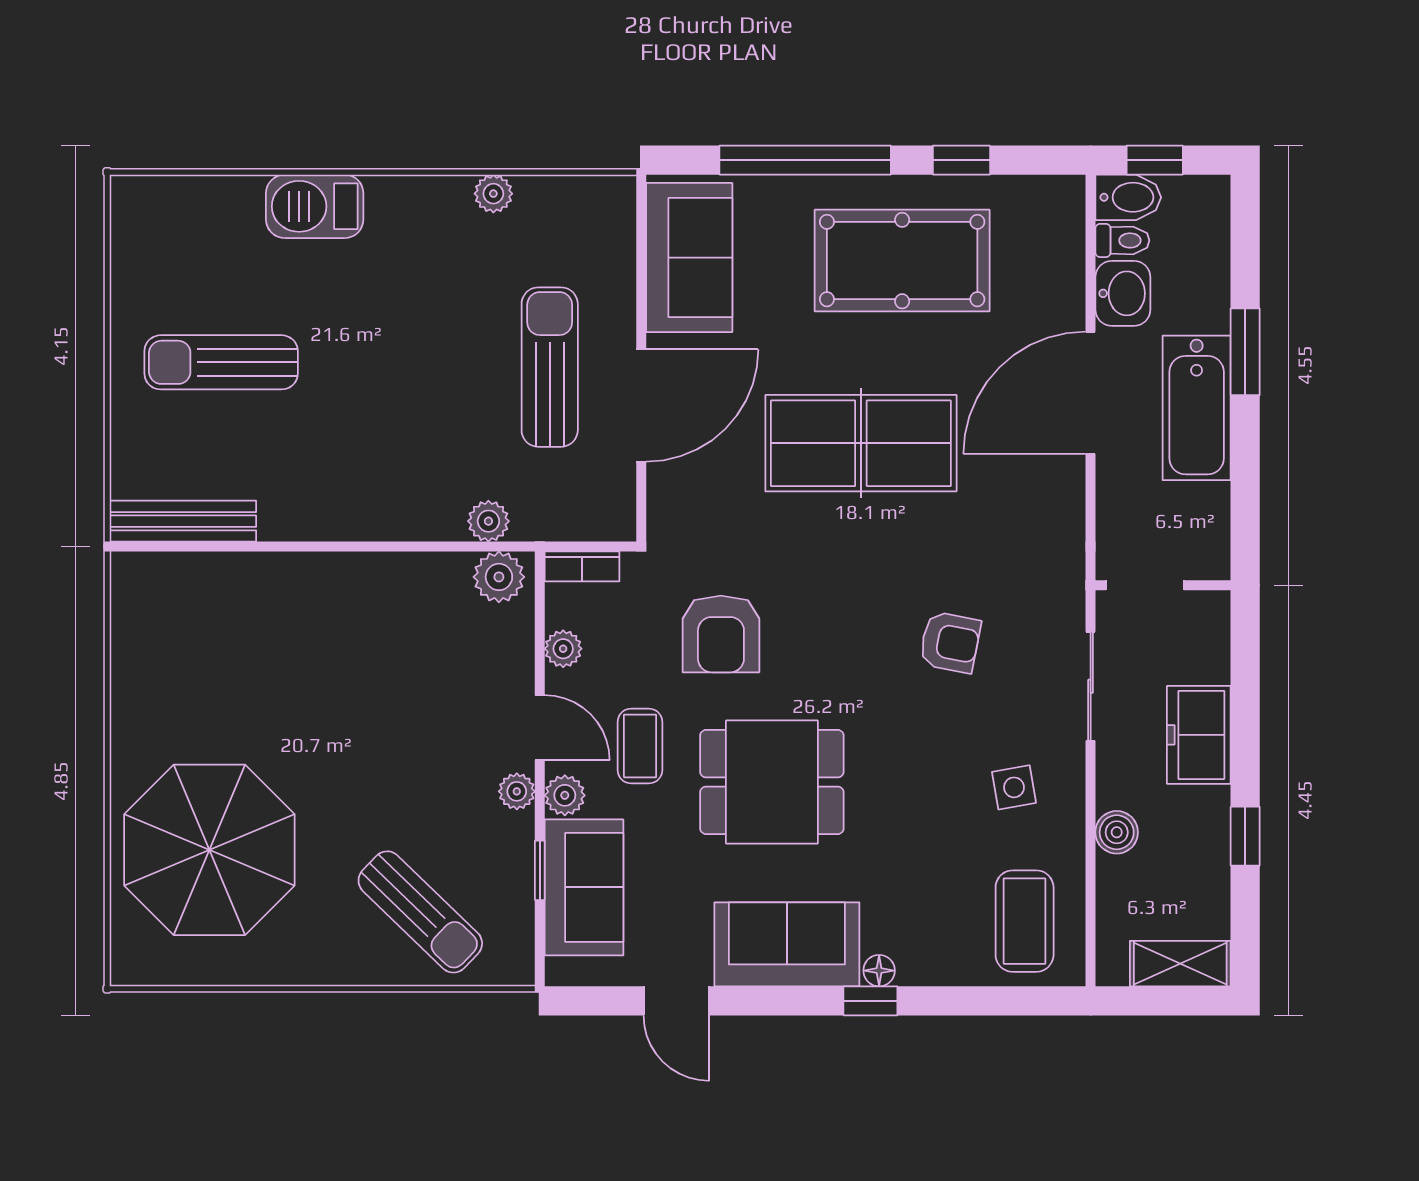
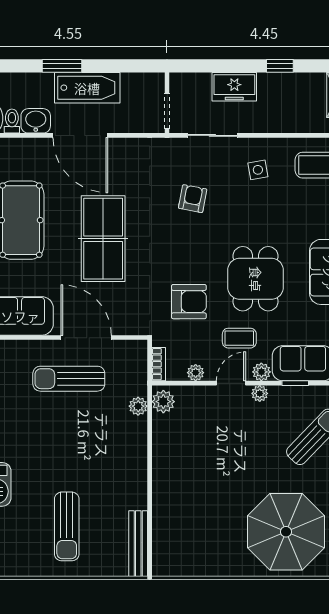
boiler: (1117, 832) -> (278, 124), removed

